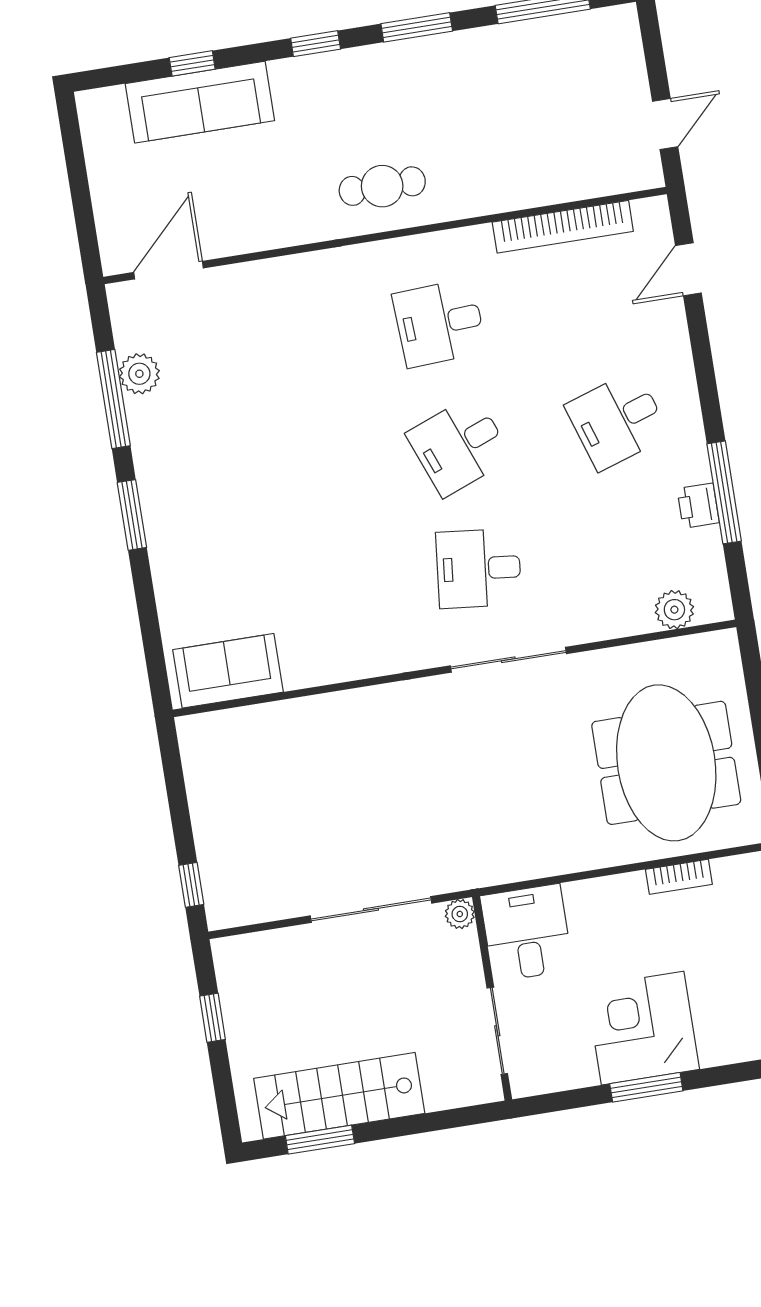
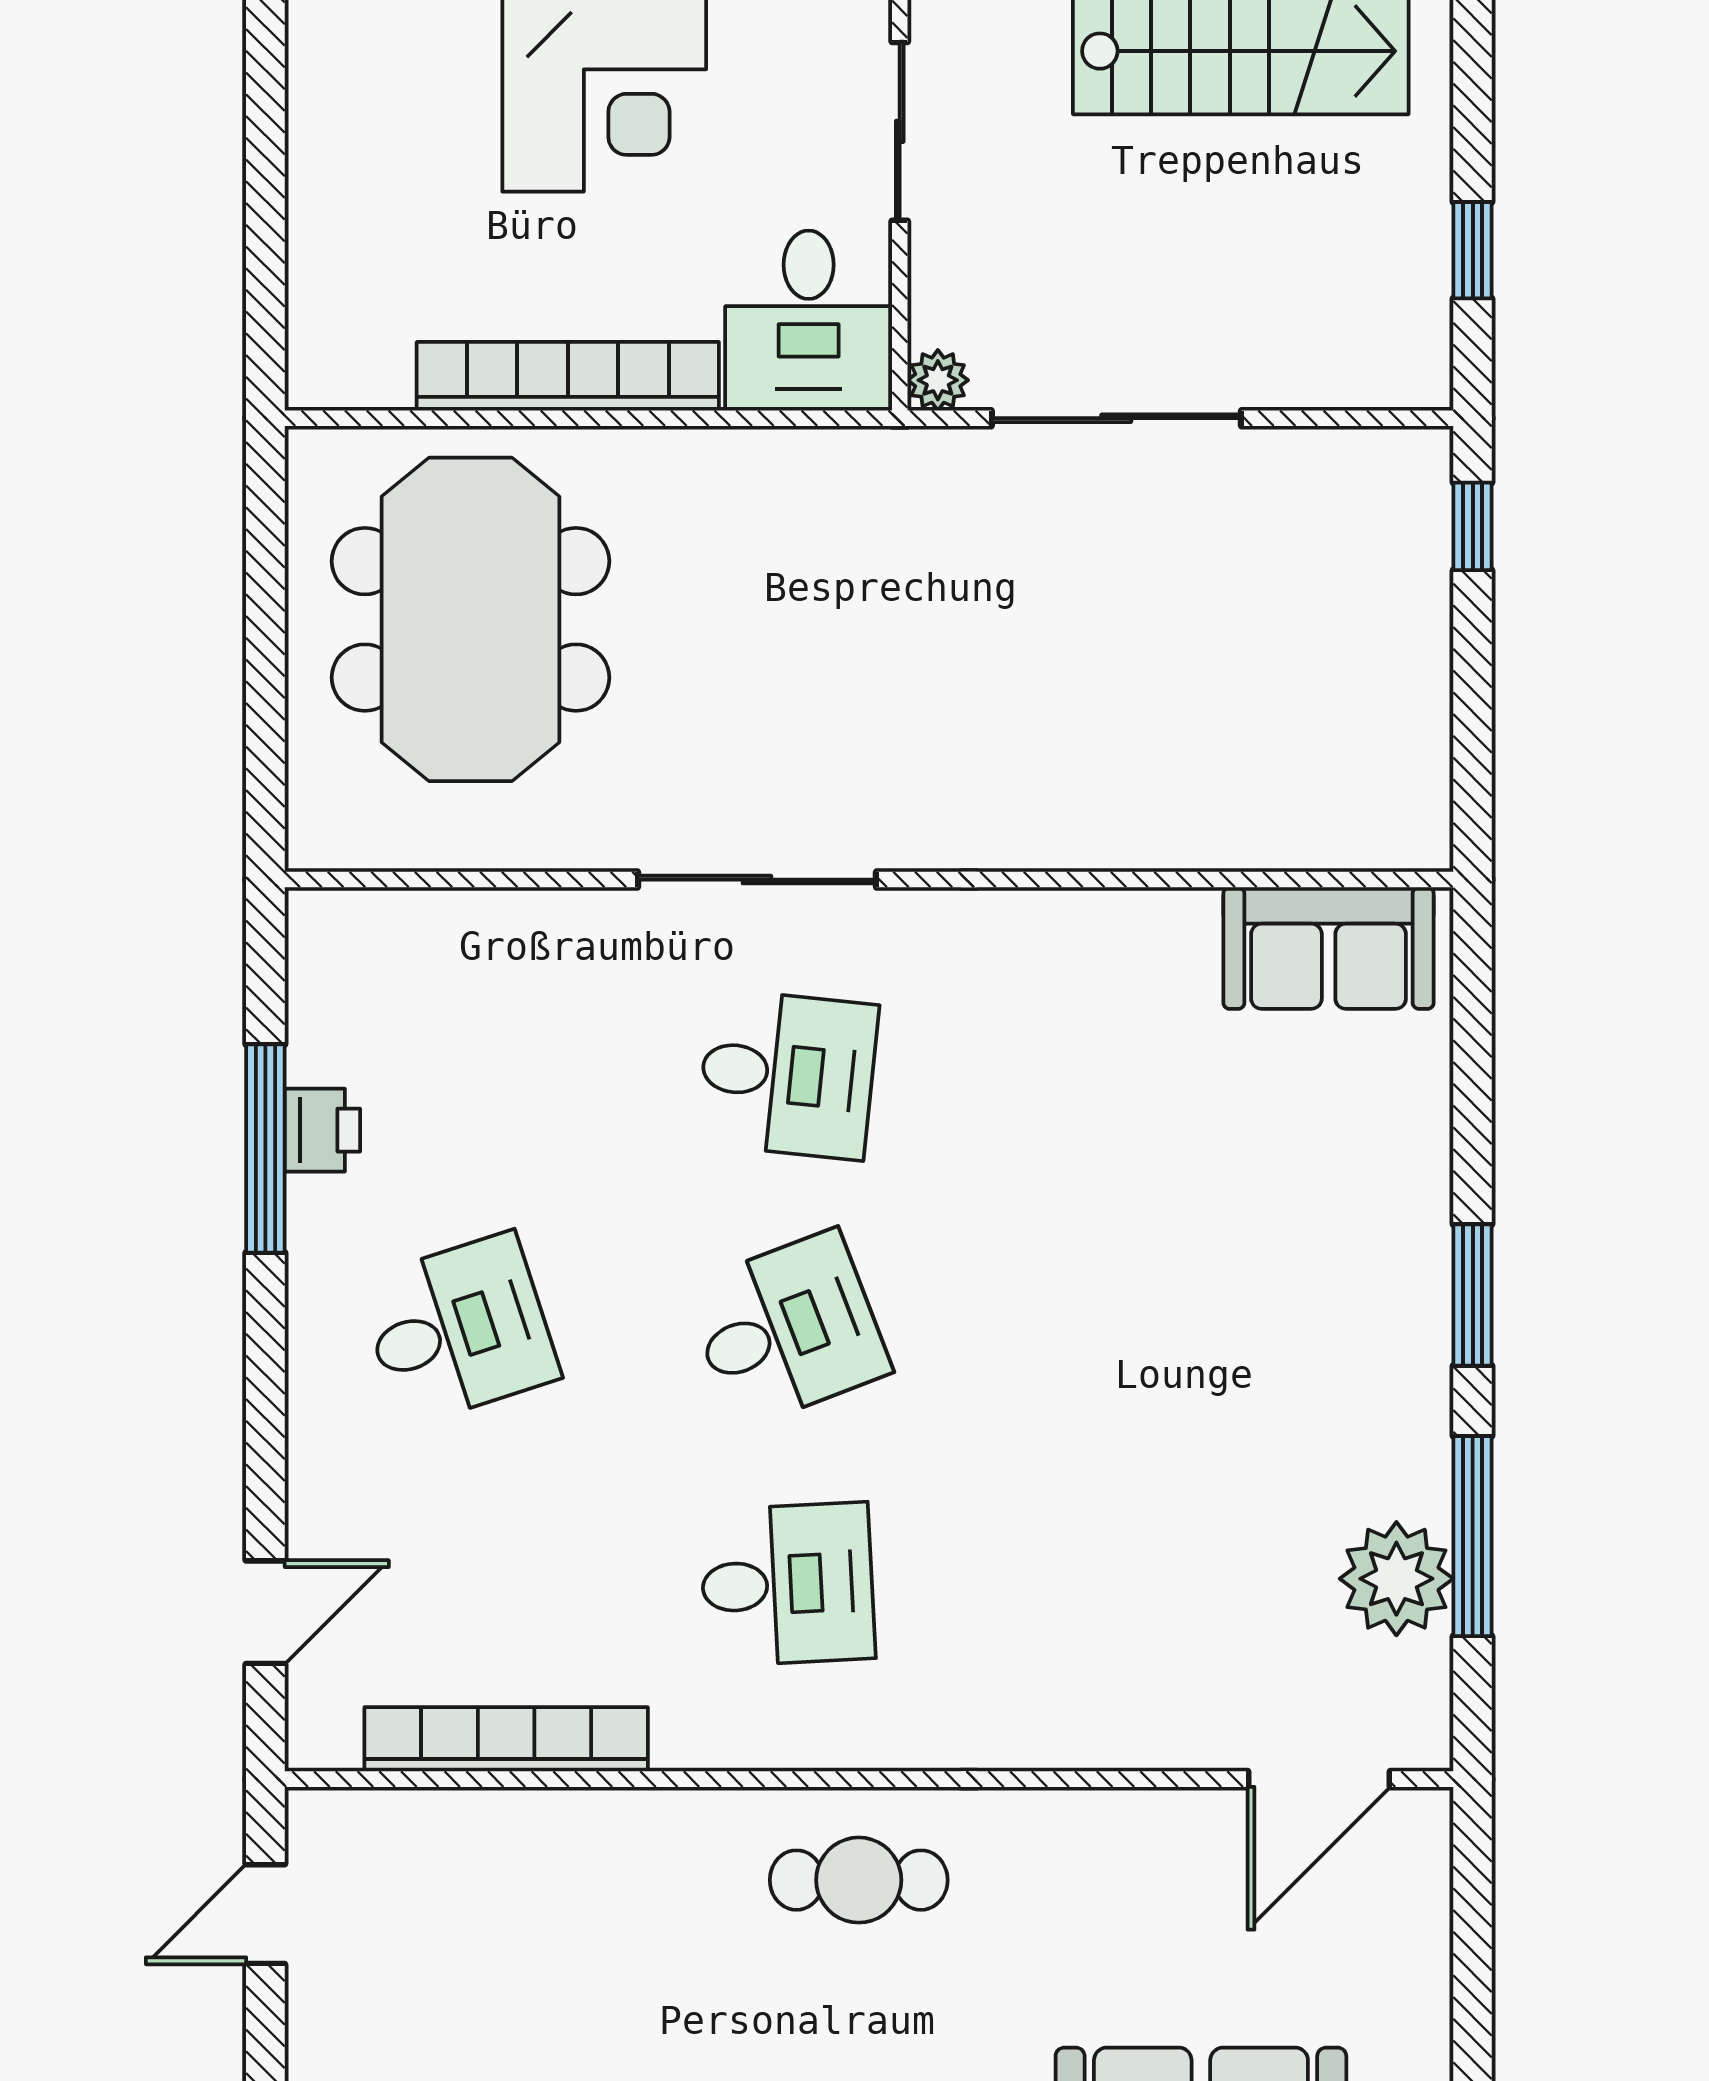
plant: (139, 374) -> (1396, 1579), width x1.36, depth x1.36
plant: (674, 610) -> (404, 927), removed
bookcase: (679, 877) -> (568, 376), width x2.31, depth x1.31

